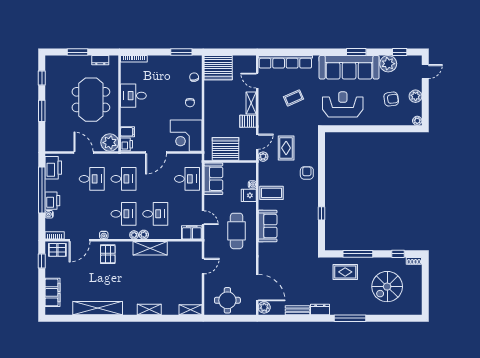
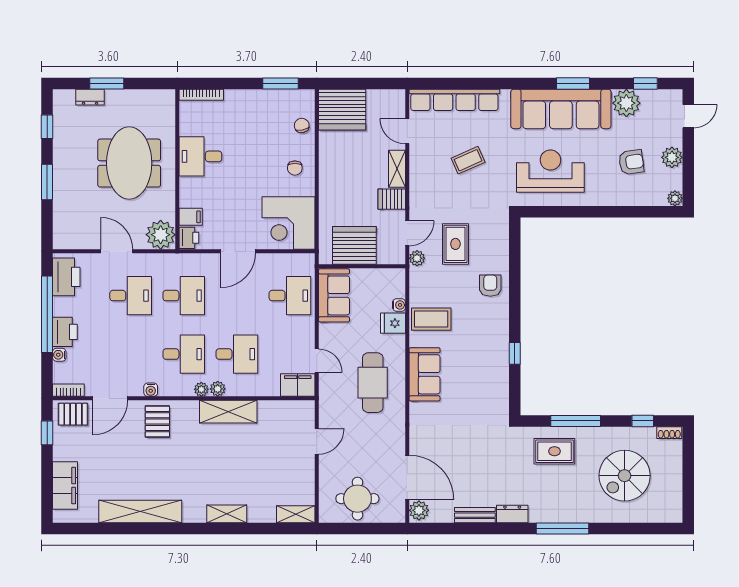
dresser: (100, 60) -> (90, 97), moved

